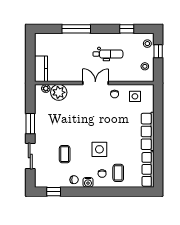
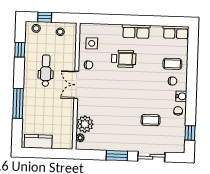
kitchen counter: (41, 69) -> (38, 141), moved
wheelchair: (121, 127) -> (124, 59), added
row of seats: (148, 131) -> (136, 31), width x0.68
side table: (99, 149) -> (147, 83), removed
row of seats: (148, 169) -> (176, 32), width x0.68

